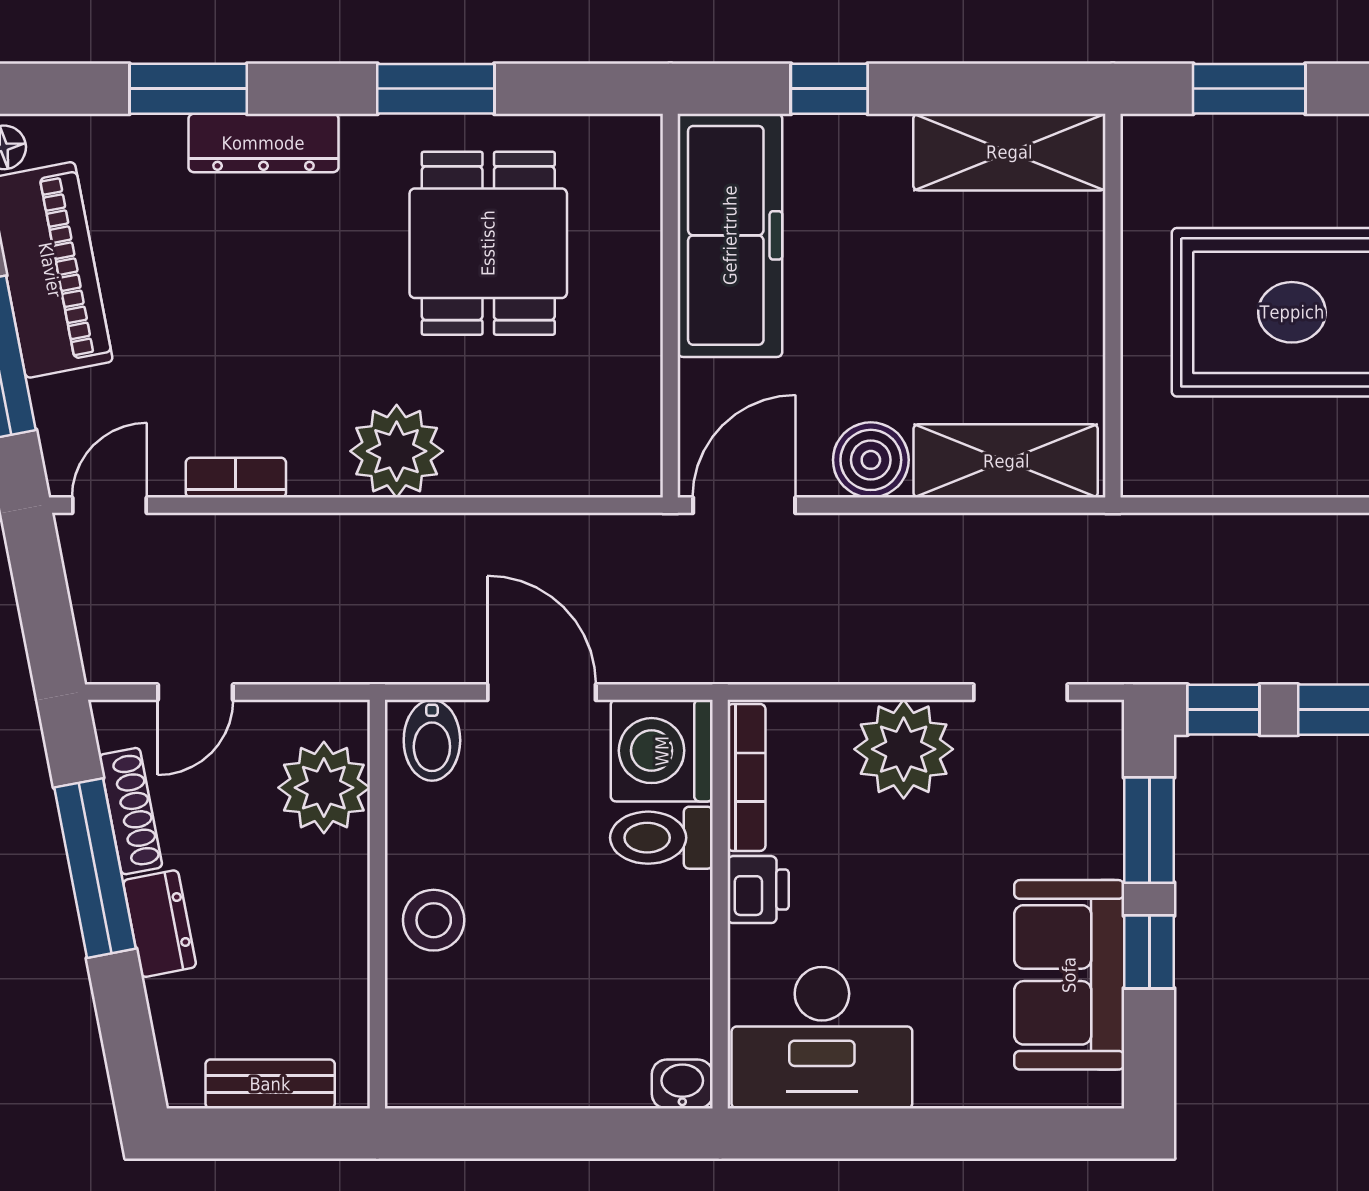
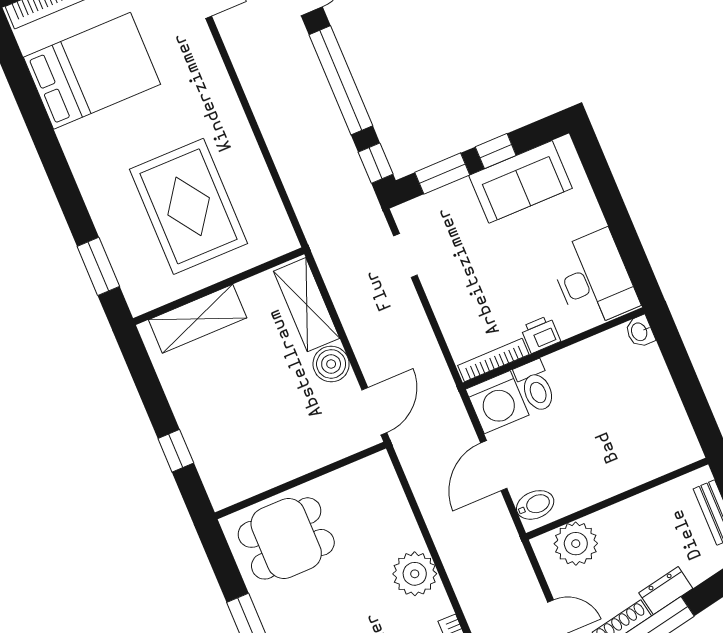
shelving: (1009, 152) -> (198, 319), moved, turned 90
freezer: (730, 235) -> (258, 467), removed
dining table: (488, 243) -> (286, 538), moved
door: (744, 505) -> (374, 411), swing flipped
plant: (904, 749) -> (452, 296), removed
stool: (434, 920) -> (614, 471), removed

